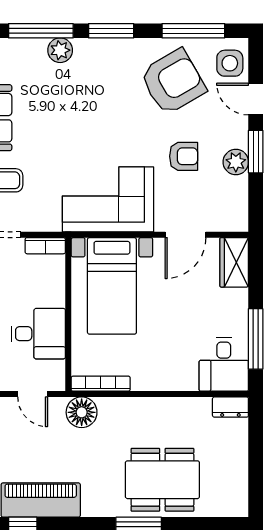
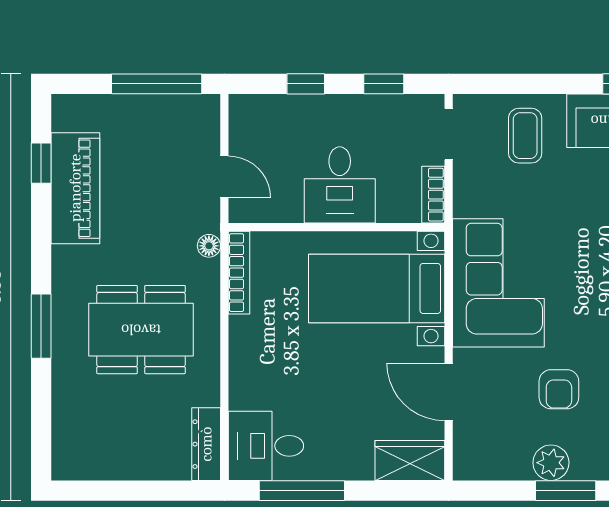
desk: (38, 334) -> (340, 185), moved
door: (33, 394) -> (224, 177), swing flipped
dresser: (230, 407) -> (206, 444), width x1.44
floor lamp: (82, 412) -> (209, 246), width x0.53, depth x0.53
dining table: (162, 480) -> (141, 330), moved, turned 90

